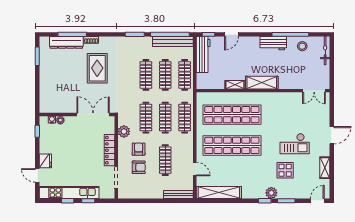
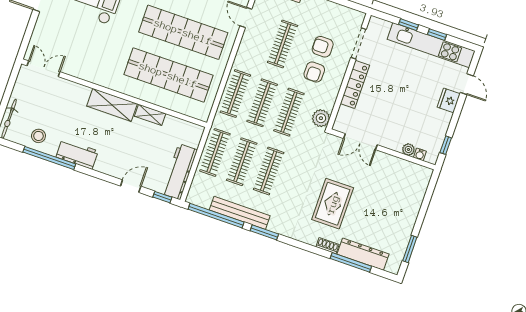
bench: (173, 42) -> (240, 213), moved
double door: (93, 114) -> (360, 142), width x0.73
plant: (124, 131) -> (321, 118), moved

